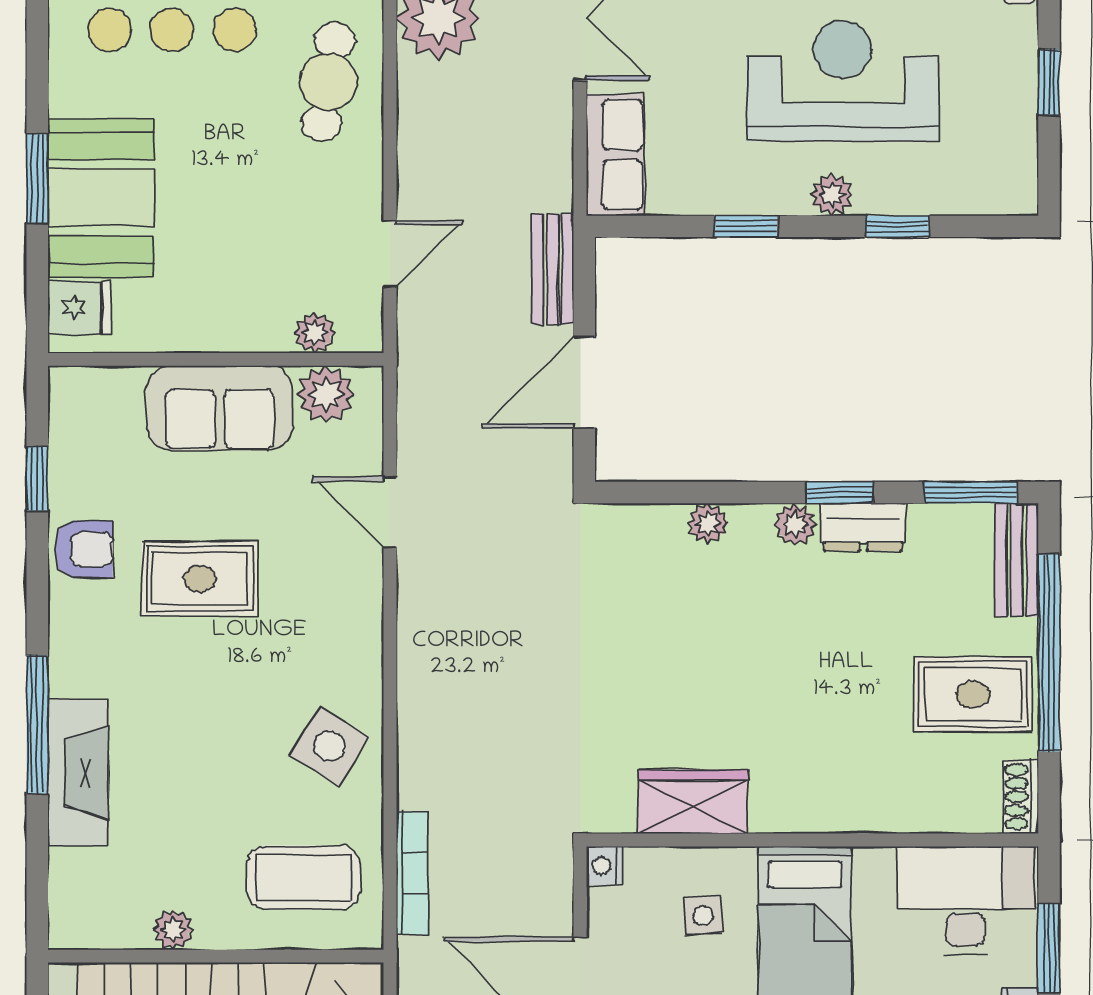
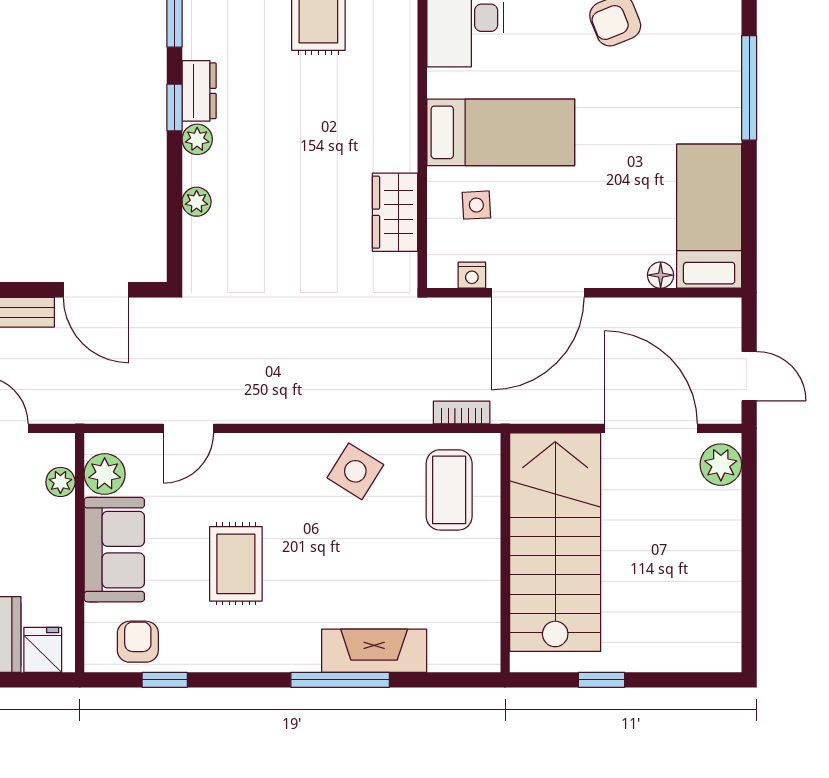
armchair: (84, 549) -> (138, 642), moved
nightstand: (605, 866) -> (472, 275), moved
bookcase: (412, 873) -> (462, 412), width x0.64
plant: (173, 930) -> (486, 583), removed

